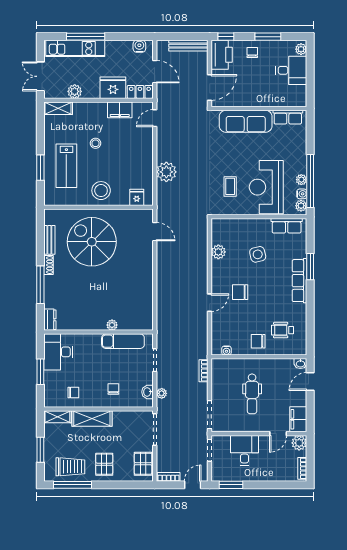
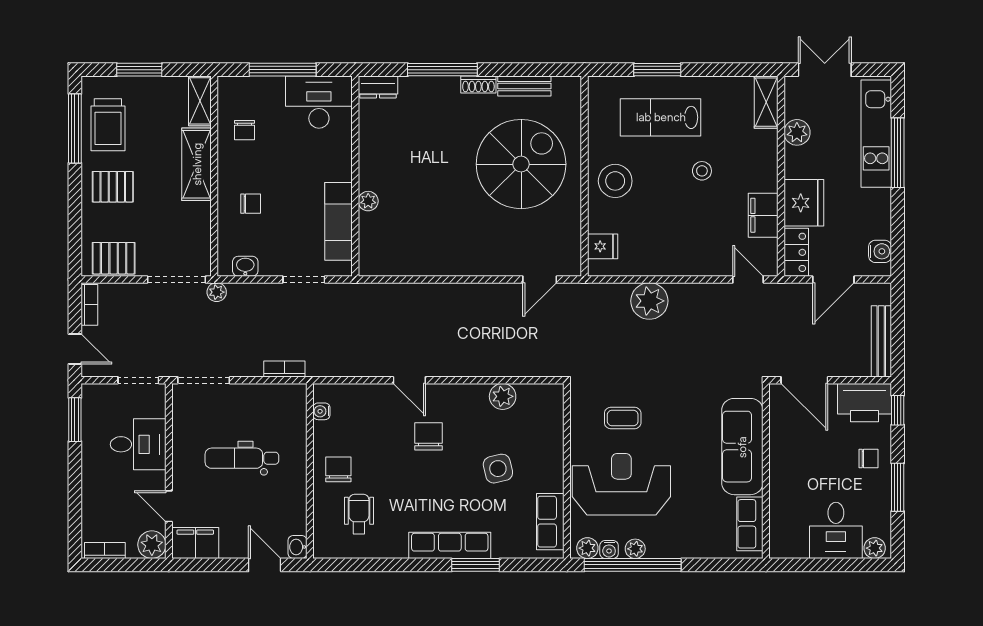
window: (40, 372) -> (283, 70), width x1.44
plant: (162, 393) -> (217, 292), moved

